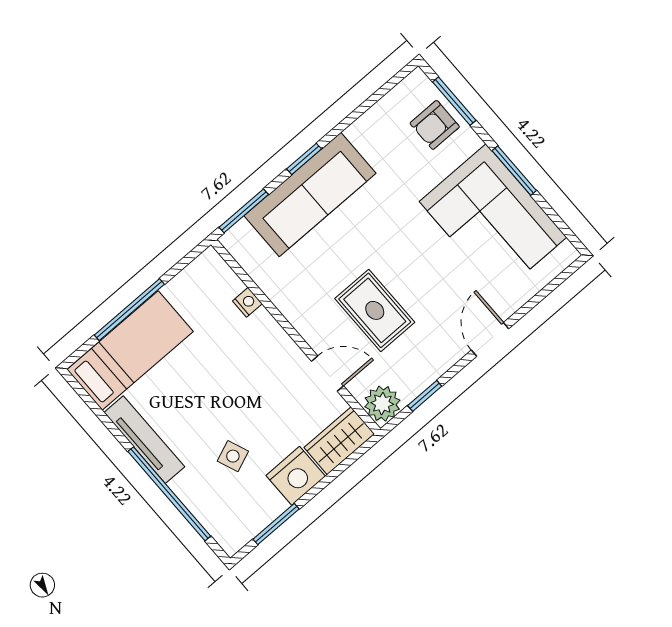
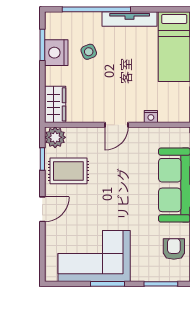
armchair: (435, 125) -> (174, 249), moved
rug: (375, 310) -> (68, 171), moved
door: (490, 339) -> (42, 209), hinge flipped
door: (327, 373) -> (117, 125), moved
nightstand: (296, 476) -> (56, 53), moved

